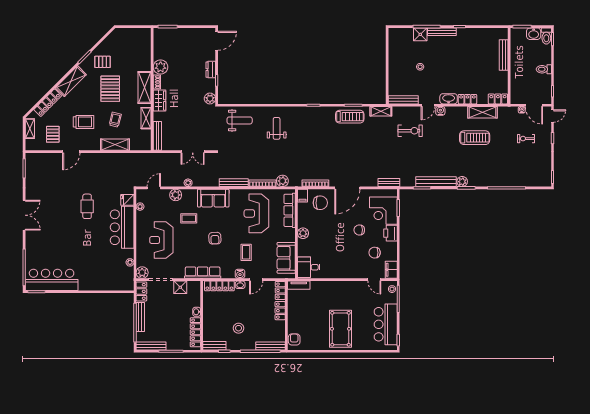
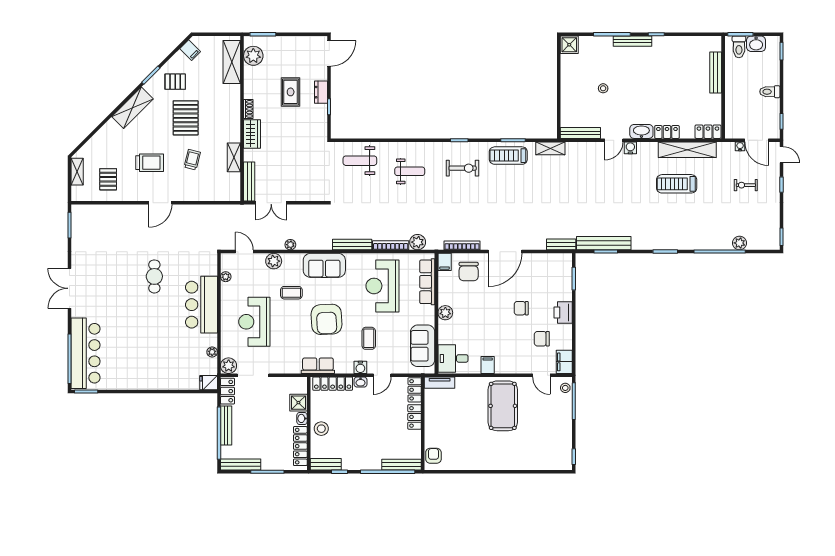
shower: (420, 34) -> (569, 45), moved
toilet: (546, 36) -> (739, 47), moved
filing cabinet: (114, 38) -> (190, 50), added
plant: (161, 67) -> (253, 56), moved
rug: (188, 69) -> (291, 92), added
shelving: (145, 87) -> (232, 62), moved
plant: (210, 99) -> (320, 131), removed
locker: (48, 103) -> (101, 137), removed
shelving: (482, 112) -> (687, 150), width x1.47
door: (553, 116) -> (782, 155), hinge flipped
treadmill: (350, 117) -> (508, 156), turned 180
weight bench: (240, 120) -> (360, 161), turned 180
weight bench: (277, 128) -> (410, 171), turned 90
exercise bike: (410, 131) -> (463, 168), moved
treadmill: (475, 138) -> (677, 184), turned 180
shelving: (115, 145) -> (192, 193), removed
door: (71, 152) -> (160, 203), moved
double door: (193, 152) -> (271, 203), moved
bench: (436, 182) -> (604, 243), moved
plant: (462, 182) -> (740, 243), moved
door: (154, 188) -> (244, 252), hinge flipped
fridge: (127, 200) -> (209, 383), moved
chair: (320, 203) -> (469, 272), turned 90
corner desk: (383, 211) -> (553, 282), removed
double door: (24, 215) -> (69, 288), swing flipped
armchair: (215, 238) -> (327, 319), width x1.88, depth x1.88
filing cabinet: (334, 272) -> (488, 365), added
row of seats: (203, 273) -> (318, 366), width x0.68
bar counter: (52, 280) -> (85, 353), moved, turned 90
shower: (180, 287) -> (298, 403), moved
bar counter: (386, 324) -> (557, 435), removed
stool: (239, 328) -> (321, 429), moved
pool table: (340, 329) -> (503, 406), moved

